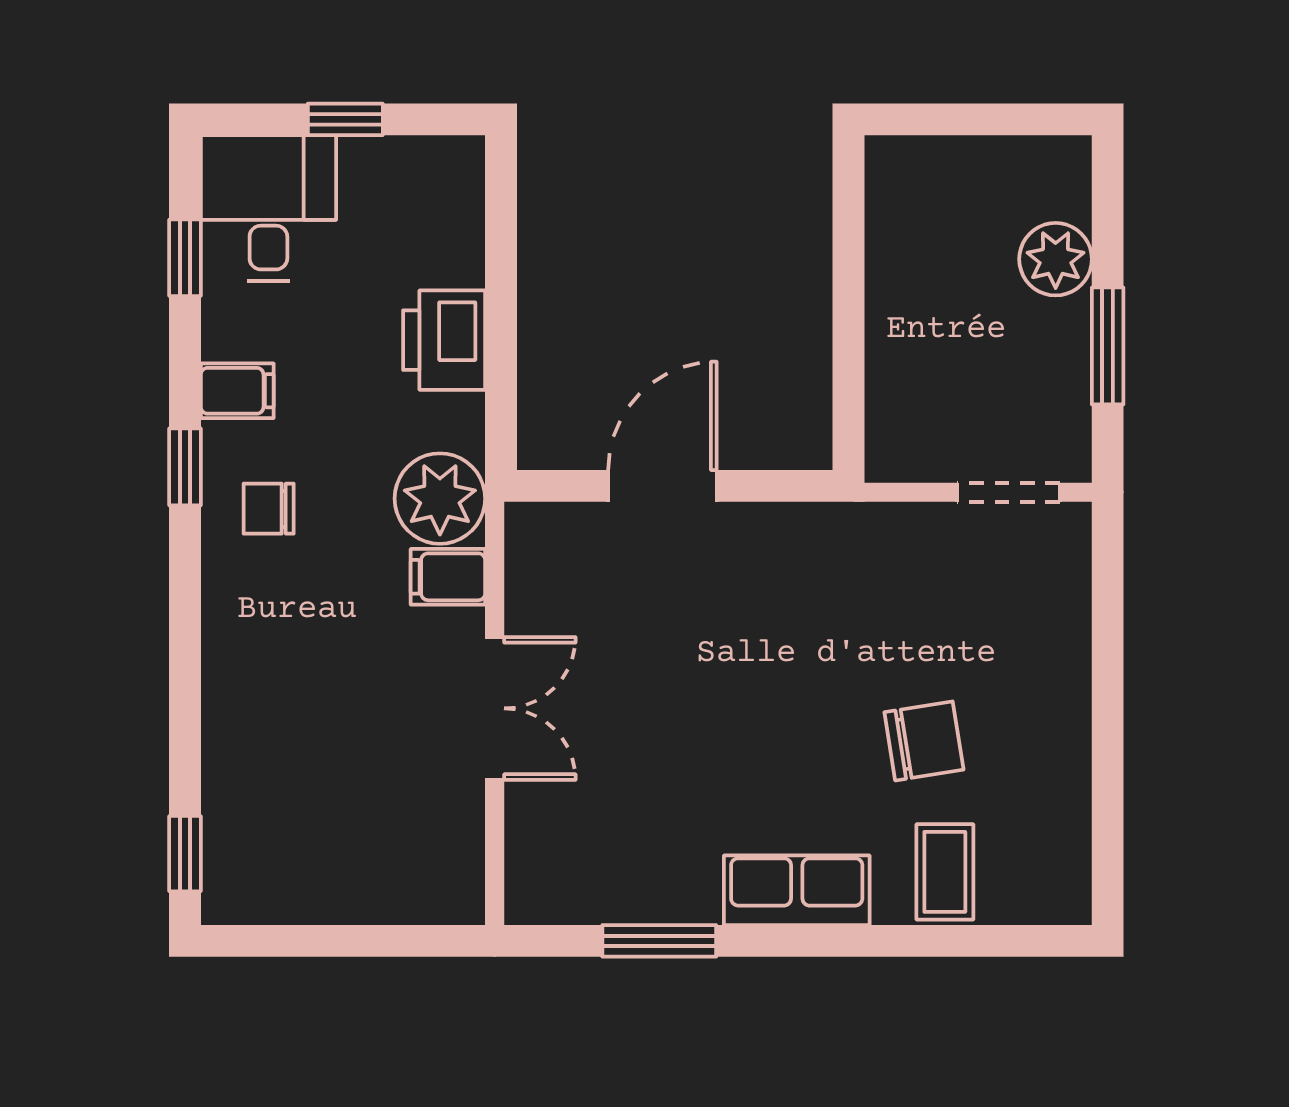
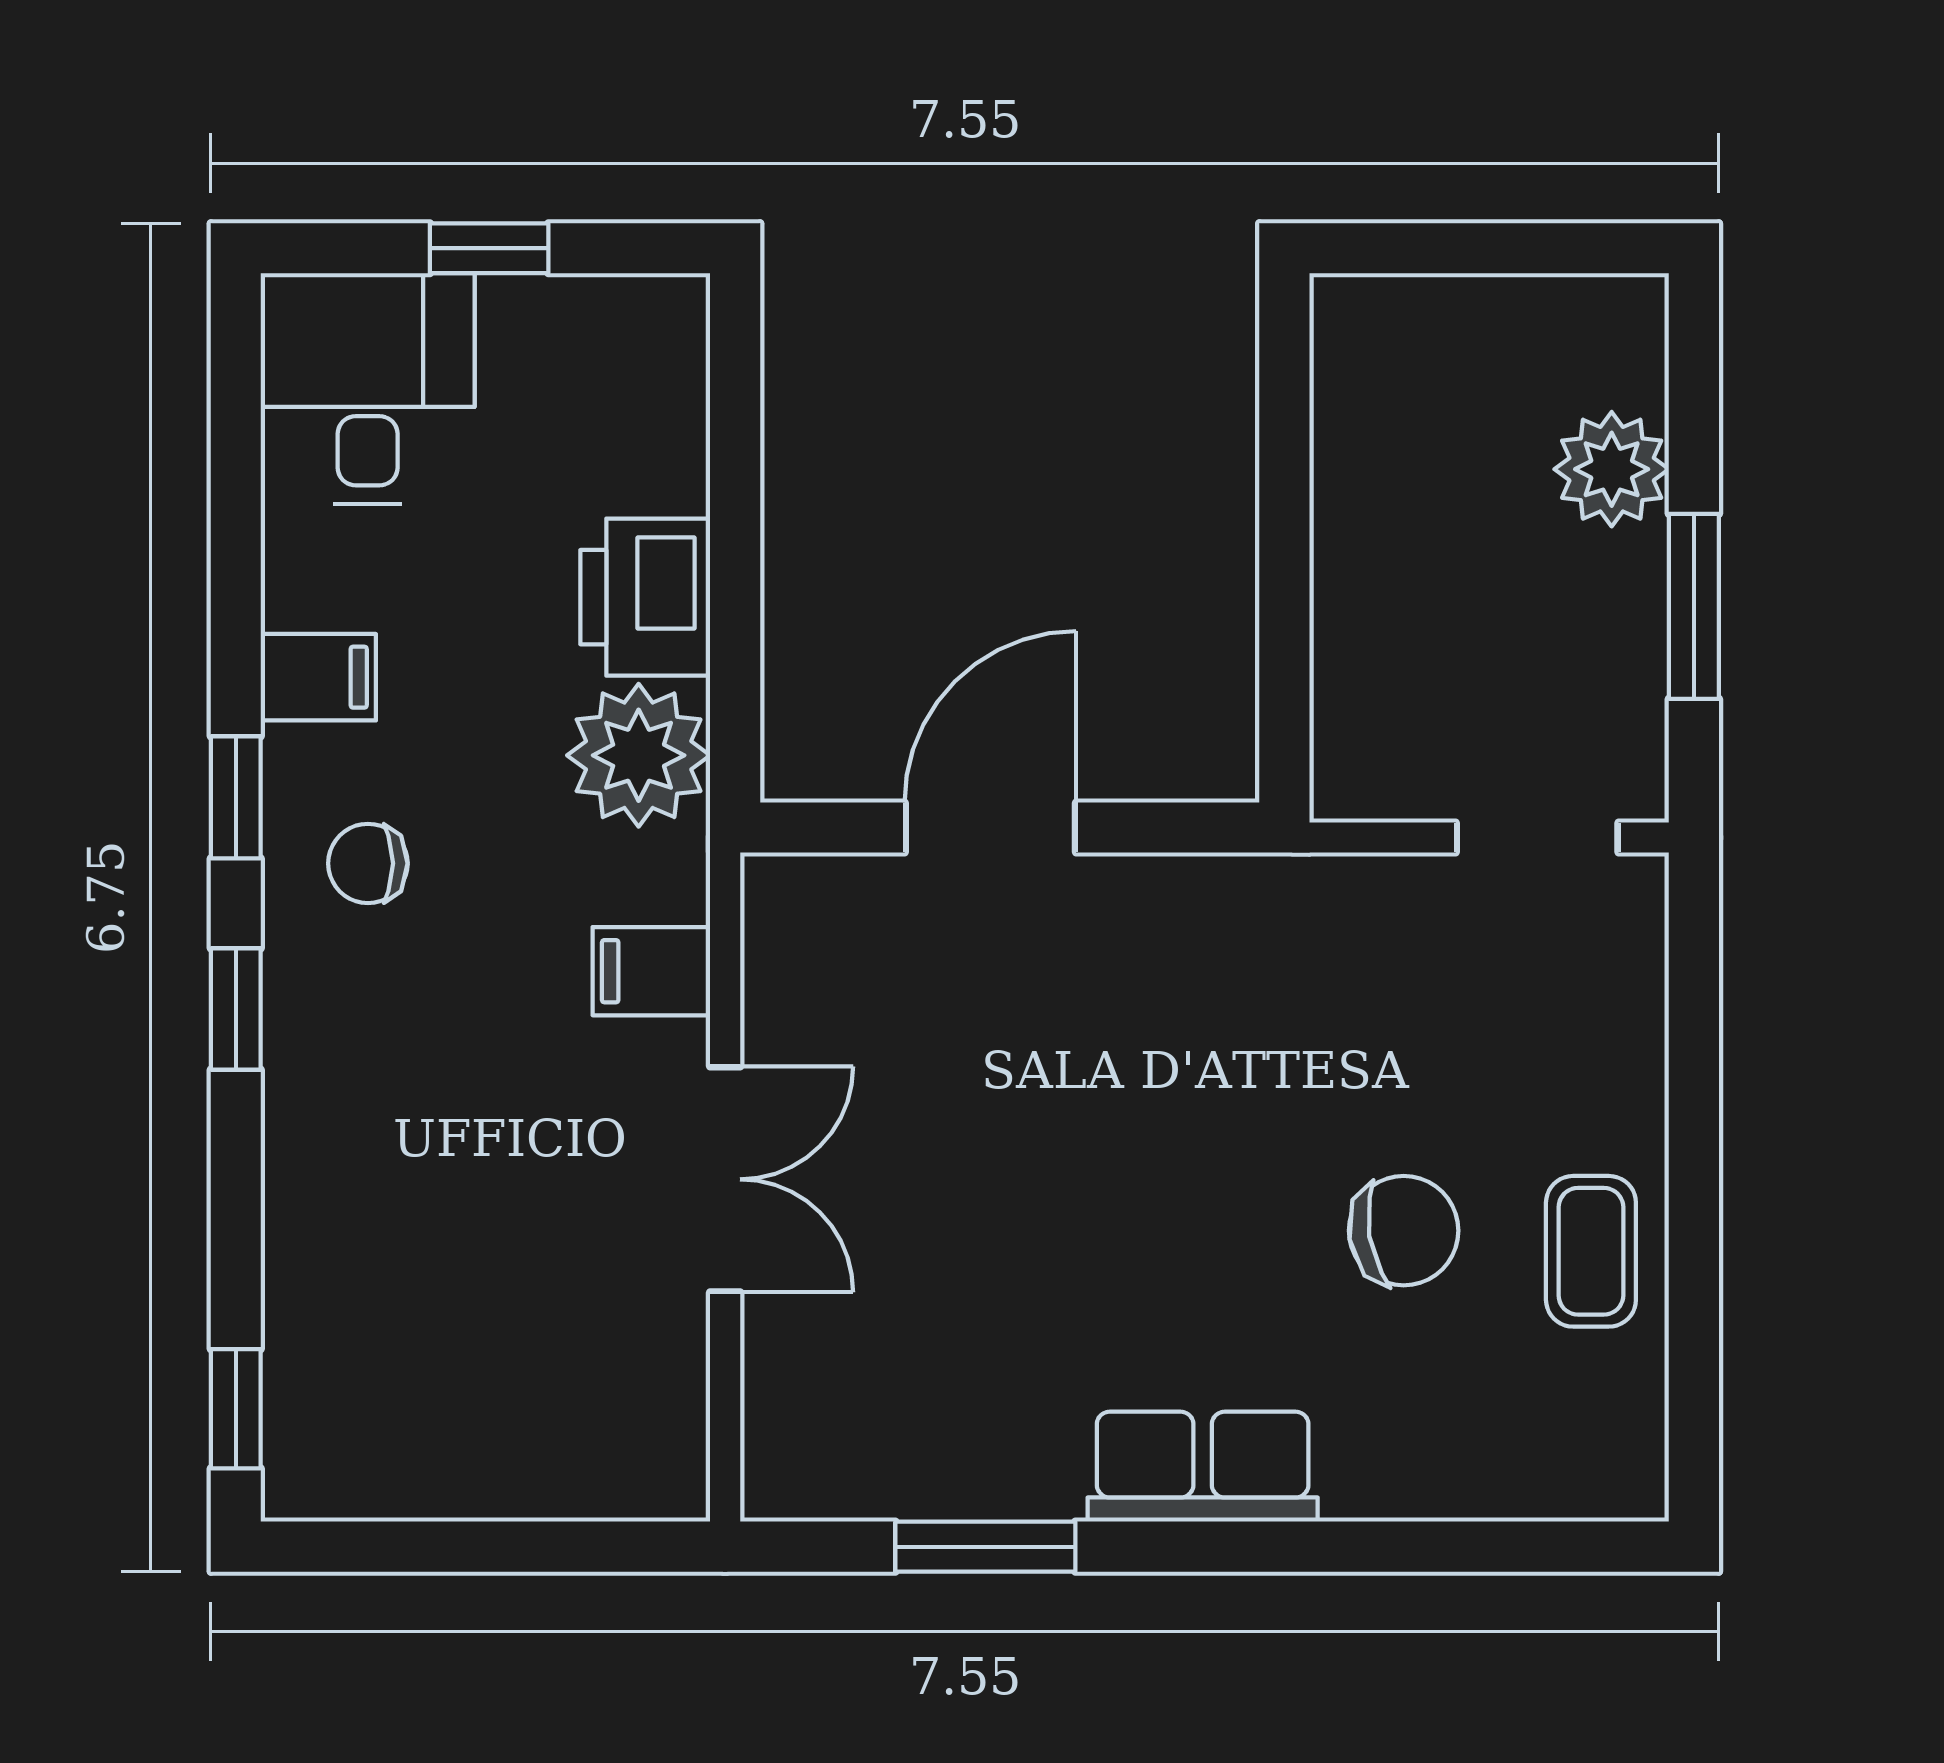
window: (185, 258) -> (236, 1009), moved
plant: (440, 499) -> (639, 755), moved
coffee table: (945, 872) -> (1591, 1251), moved

